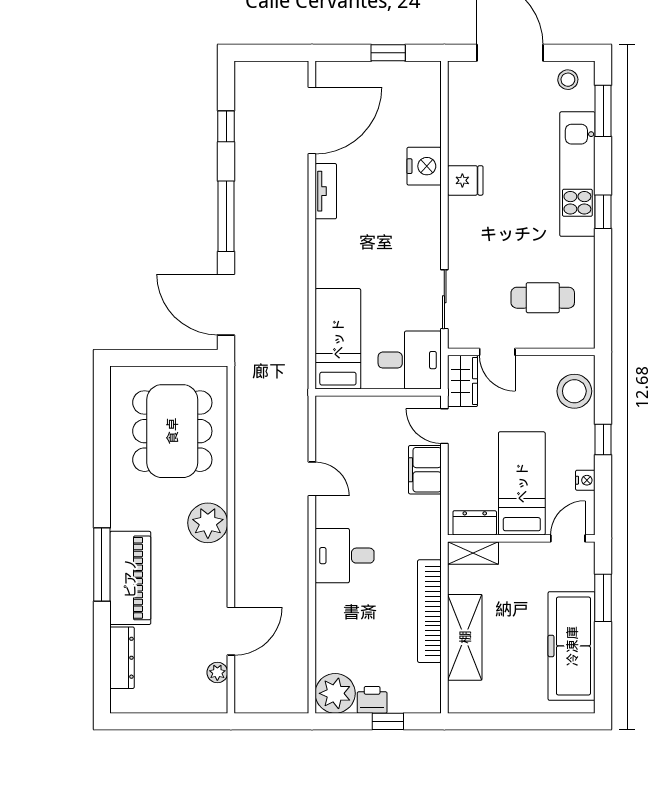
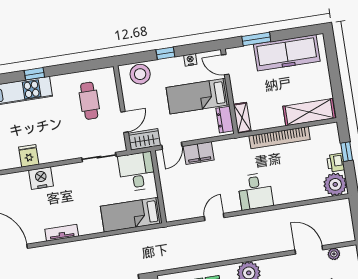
nightstand: (424, 166) -> (41, 178), moved
tv unit: (326, 191) -> (62, 233), moved
shelving: (465, 637) -> (309, 112), moved

